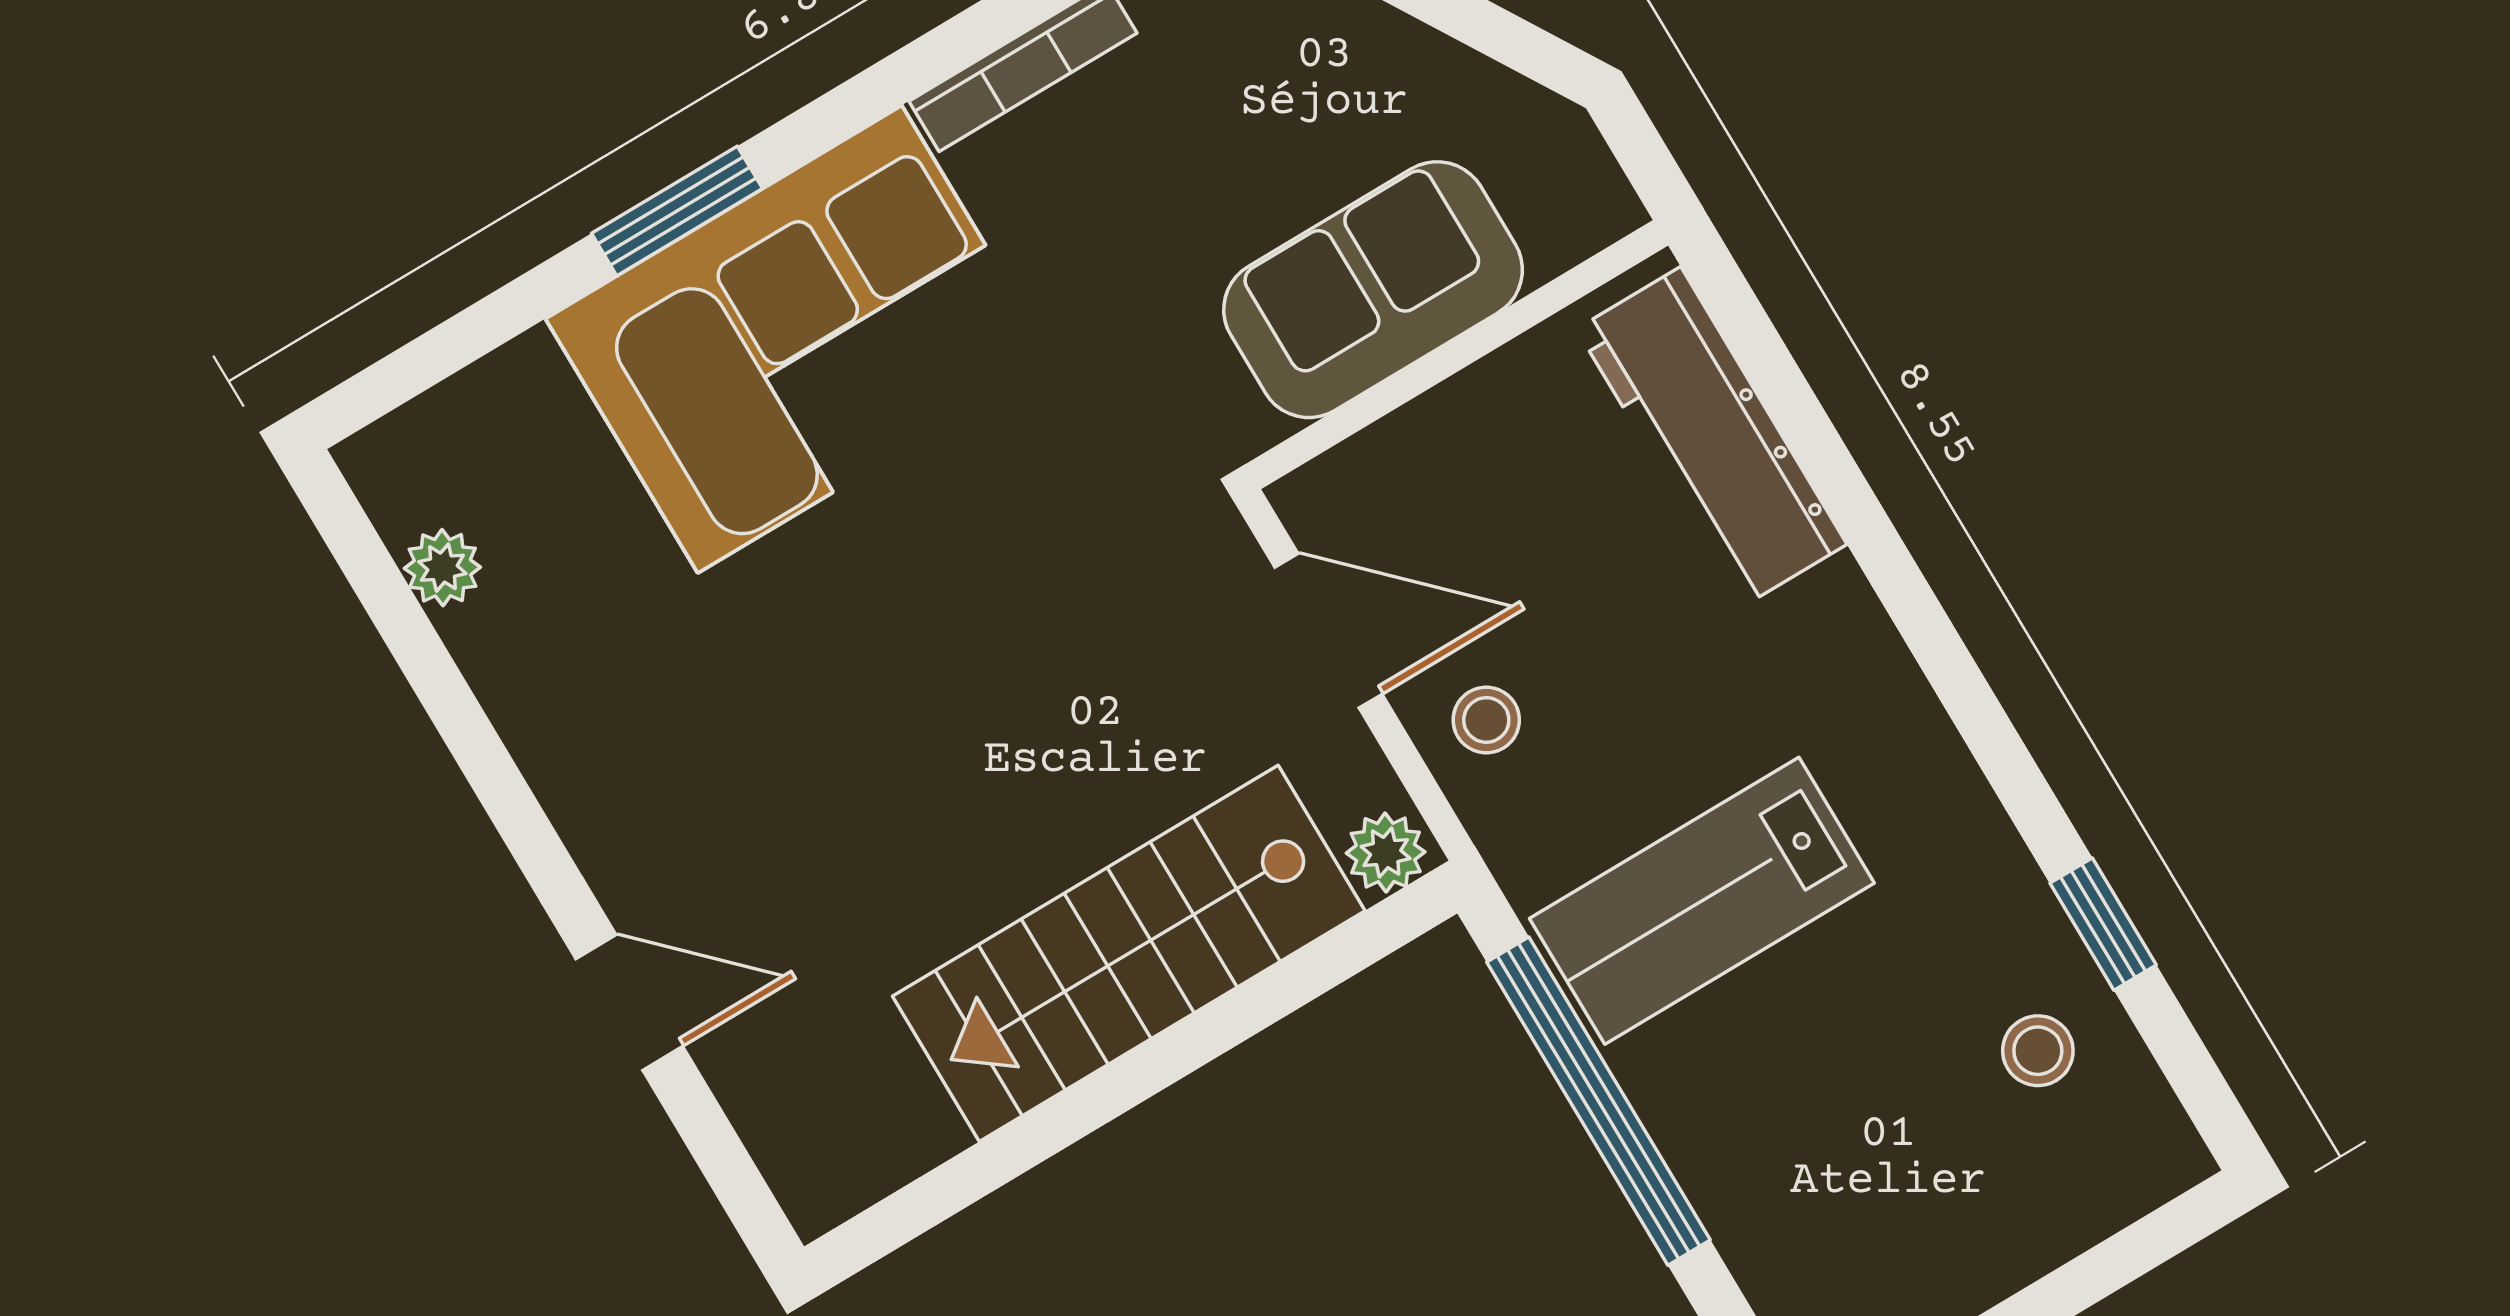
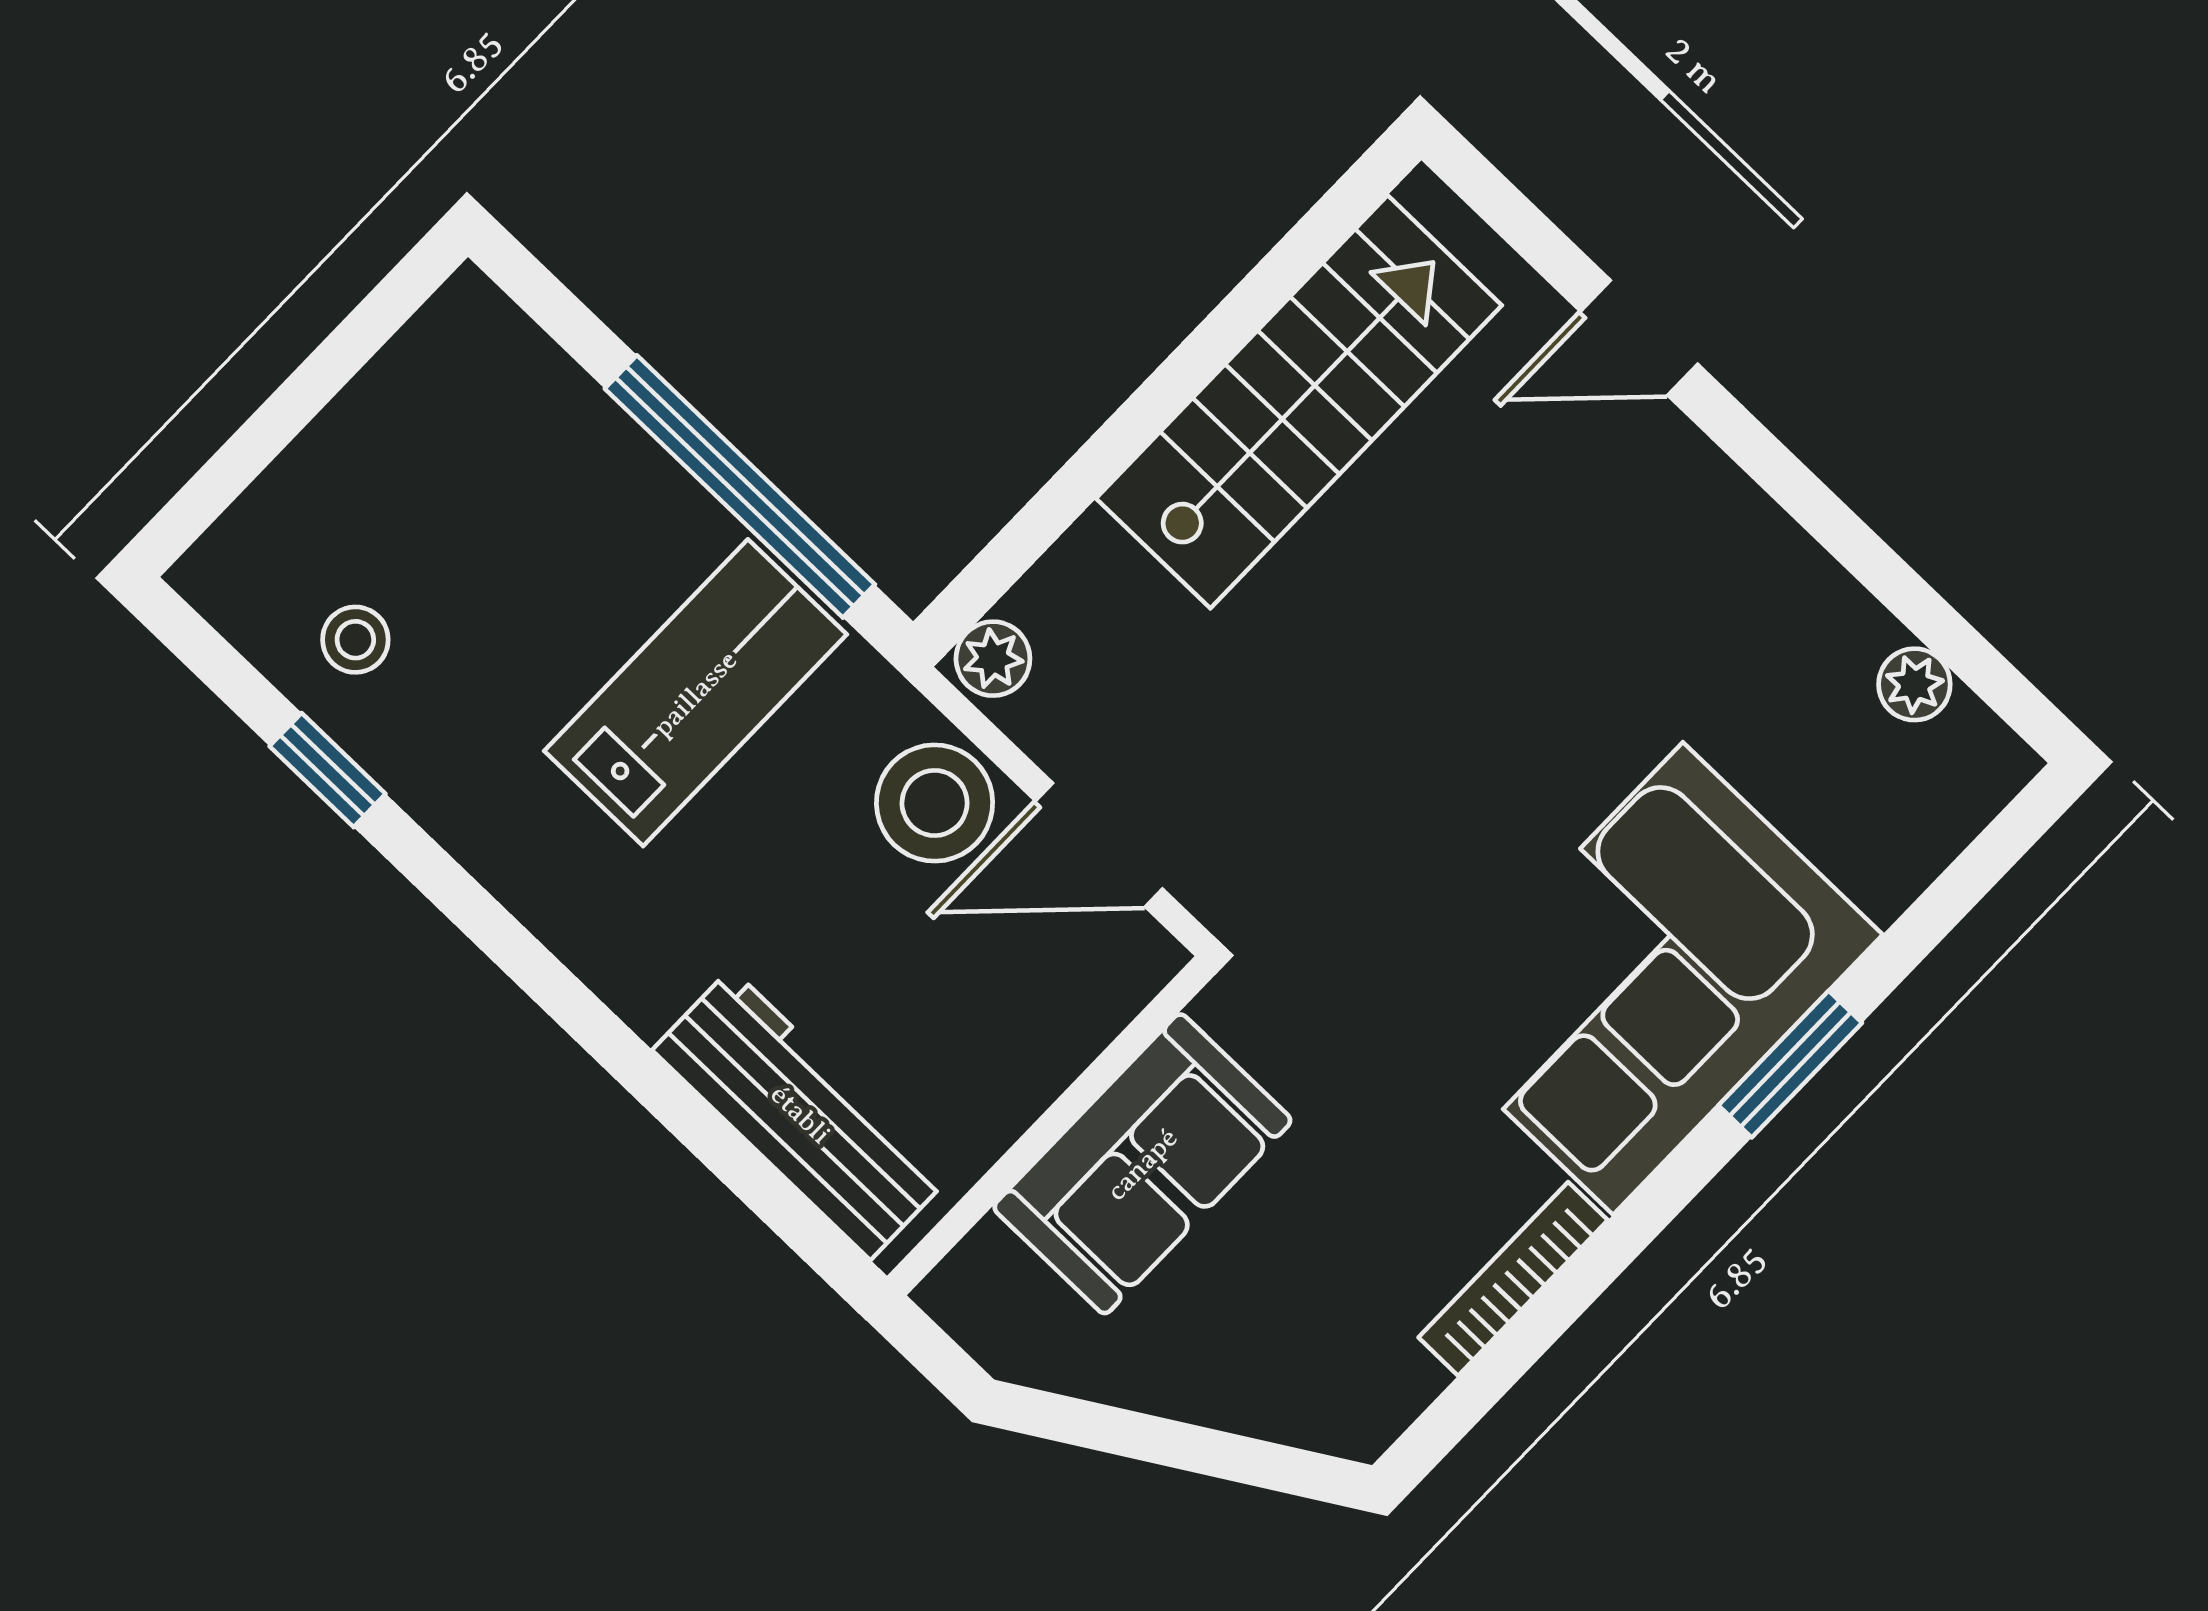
stool: (1486, 720) -> (935, 803), width x1.89, depth x1.89
stairs: (1129, 953) -> (1299, 402), moved

